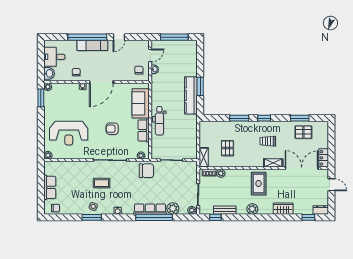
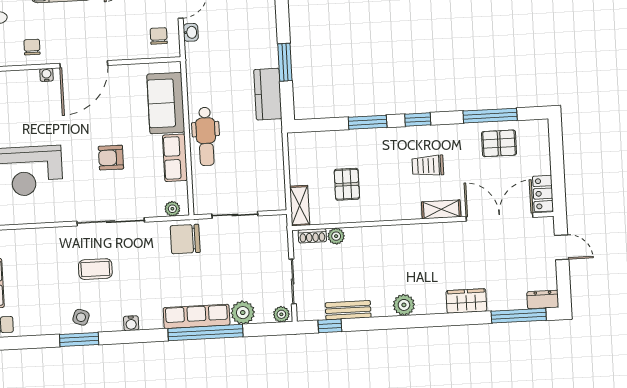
kitchen counter: (191, 95) -> (268, 94), width x0.67
window: (300, 118) -> (490, 116), width x1.44
chair: (146, 171) -> (185, 239), turned 180
rug: (259, 184) -> (414, 253), removed
window: (308, 217) -> (519, 316), width x2.17

